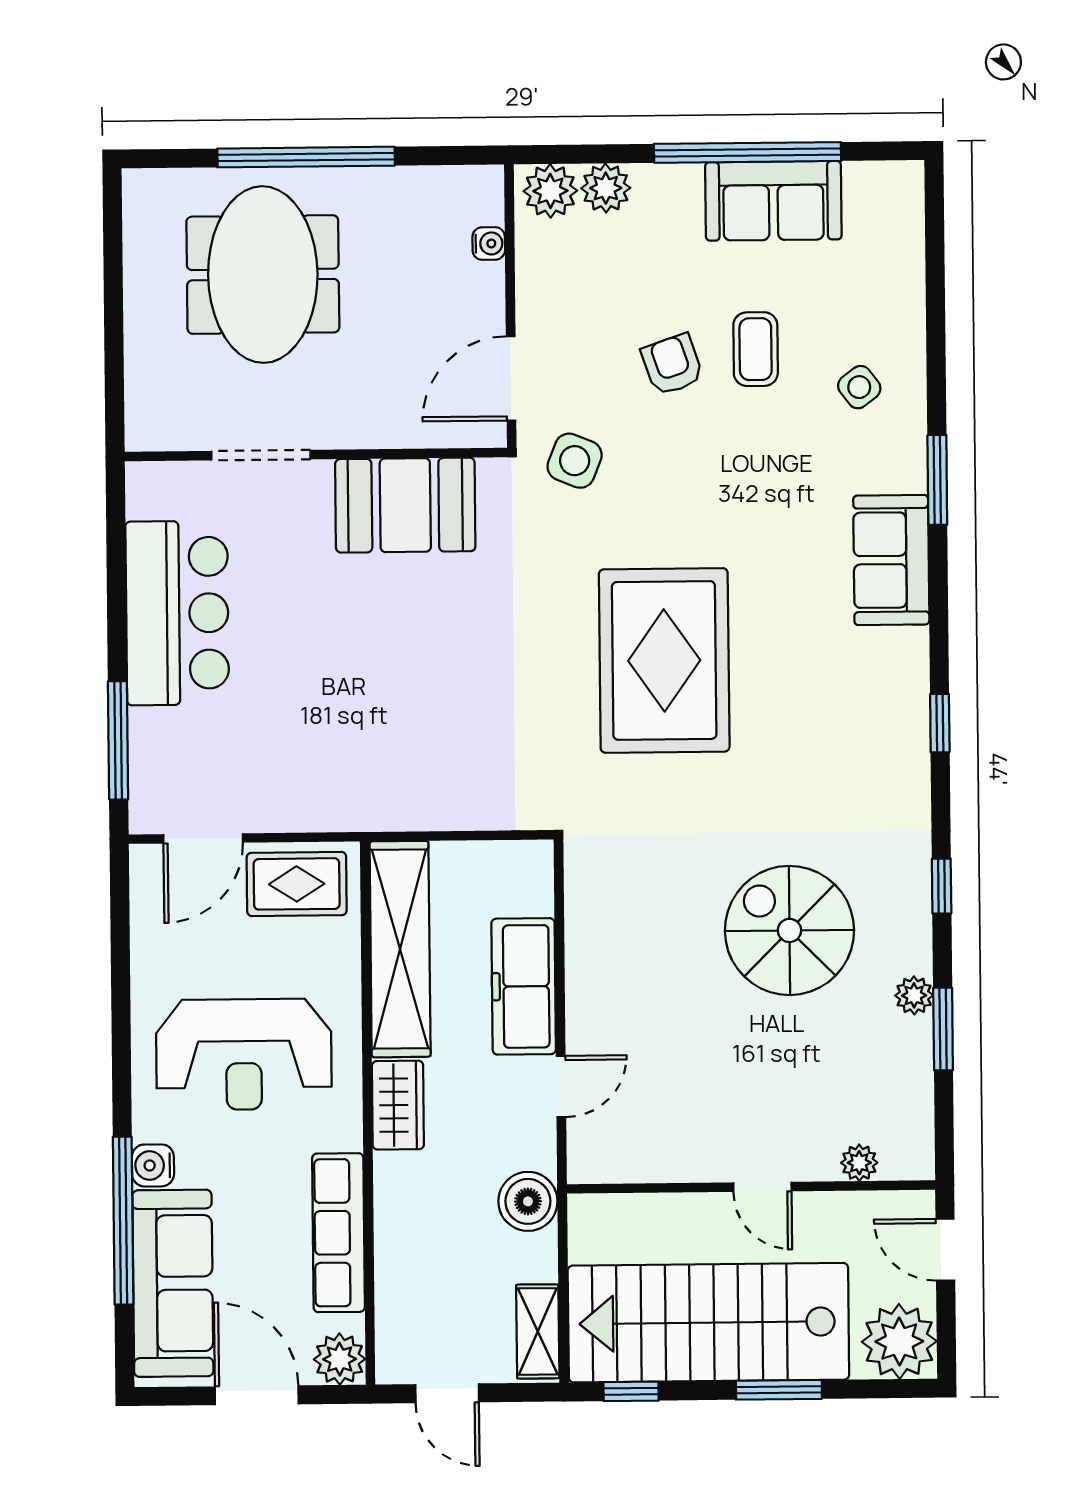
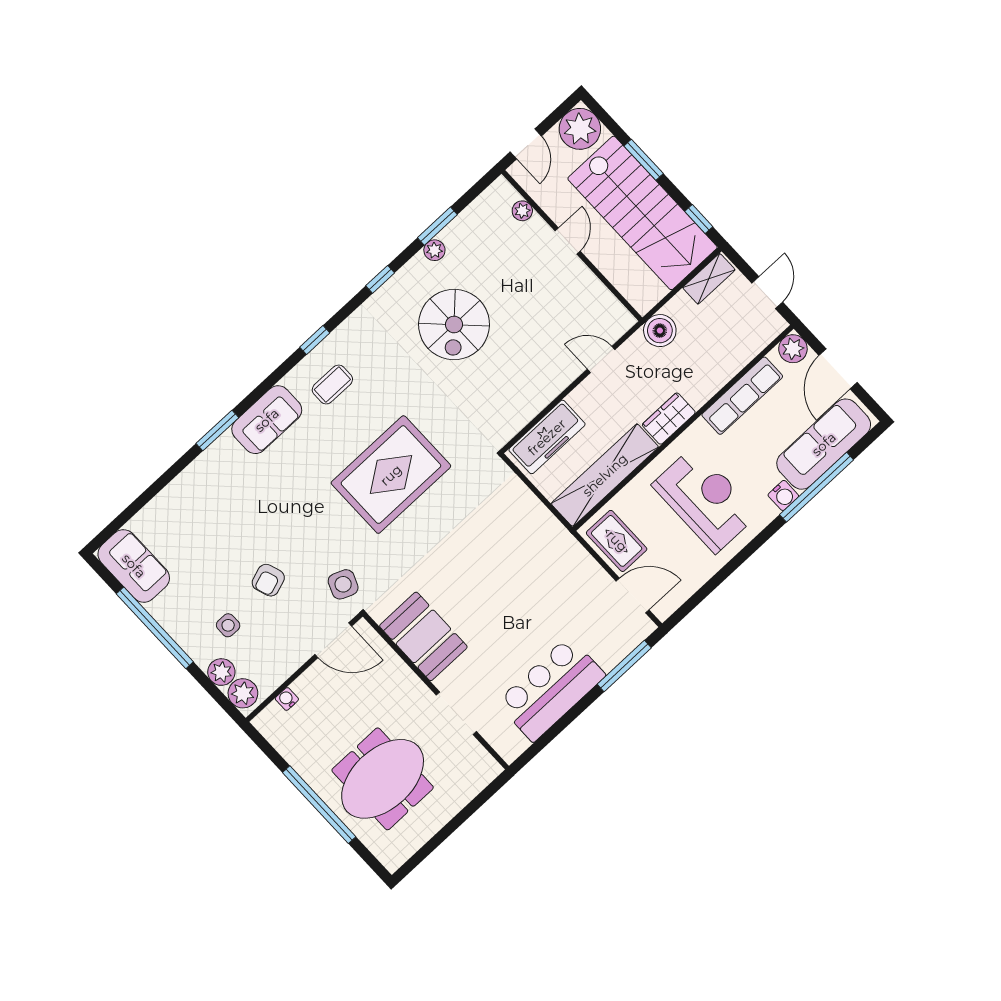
sofa: (773, 201) -> (134, 566), moved
coffee table: (756, 349) -> (332, 385), moved
side table: (859, 387) -> (228, 625), moved, turned 37
freezer: (524, 986) -> (547, 437), moved

